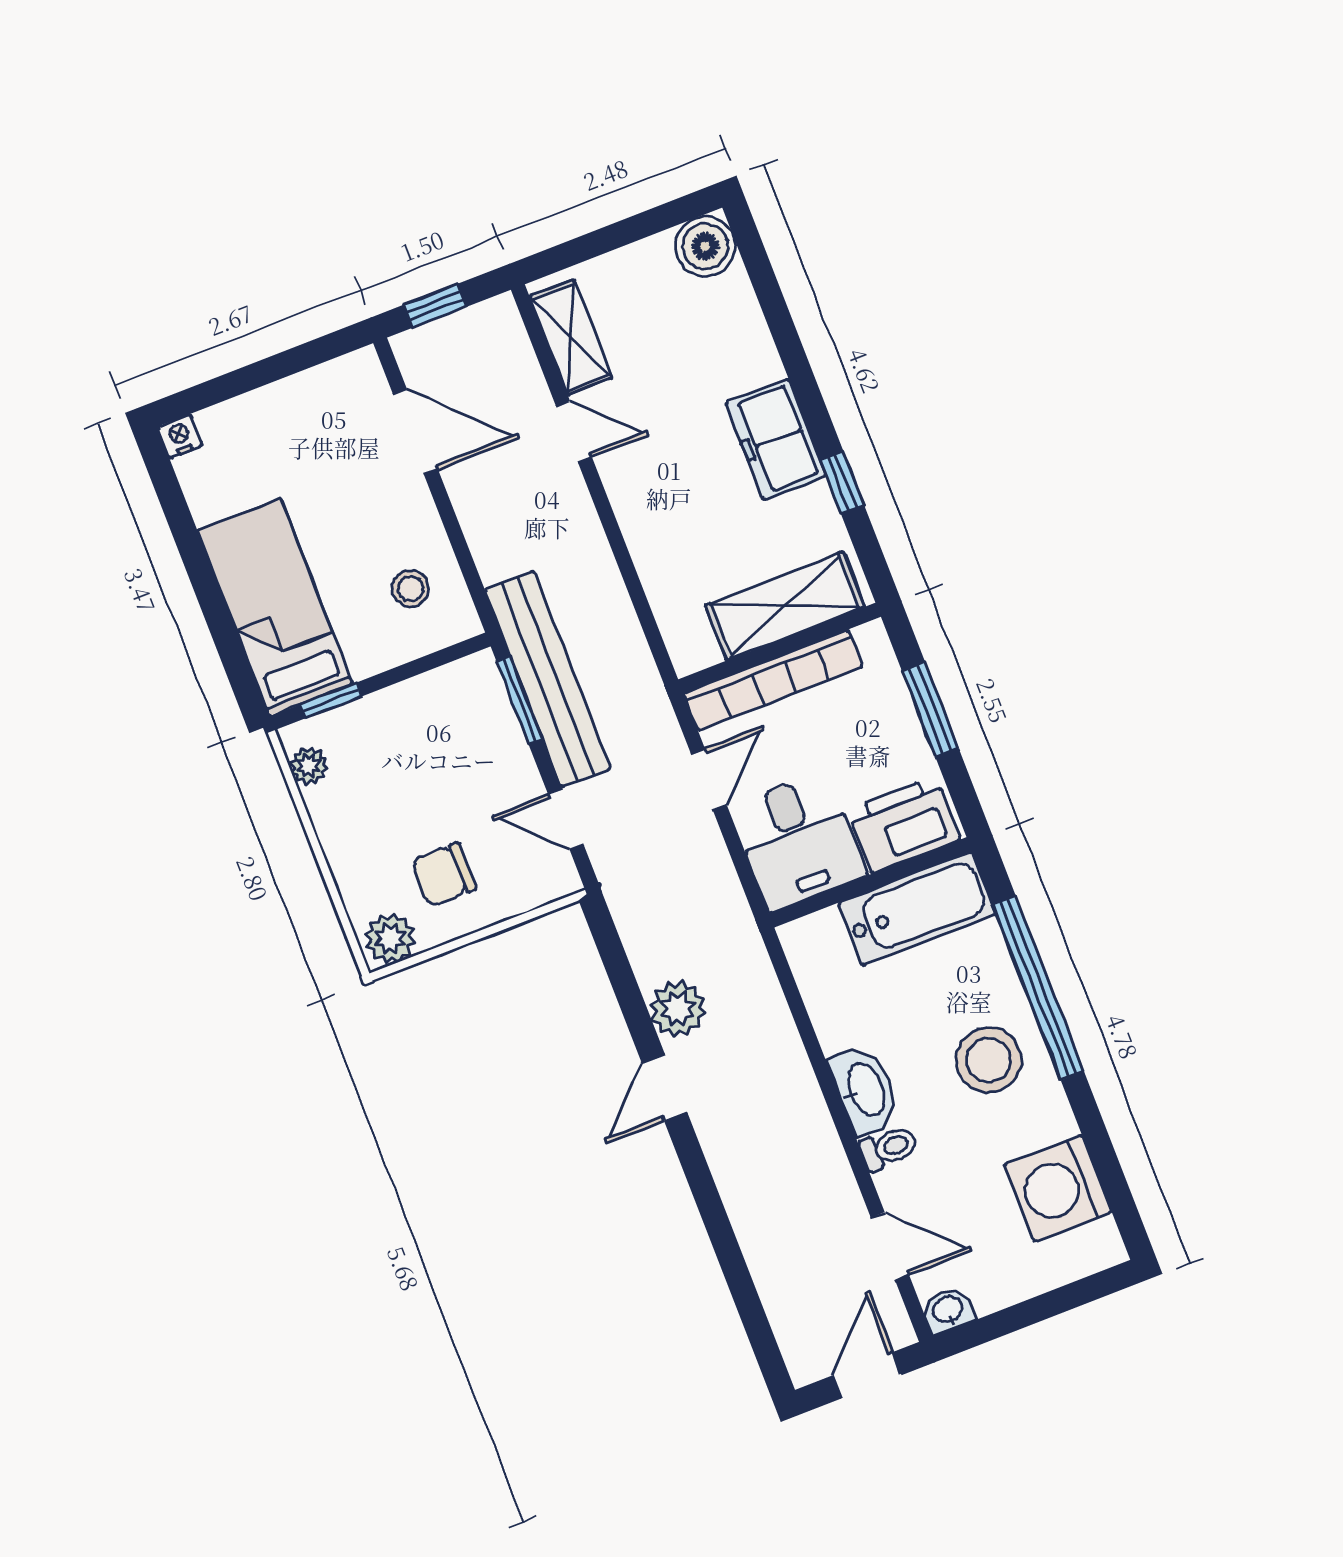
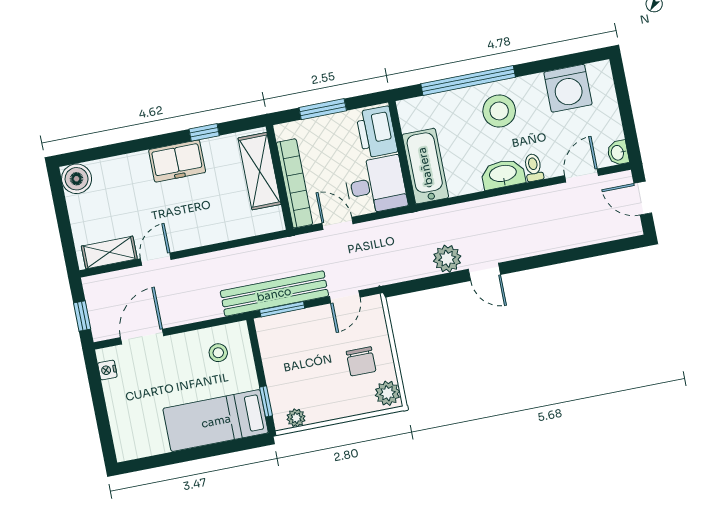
nightstand: (180, 436) -> (107, 370), moved
bathtub: (917, 908) -> (425, 166), moved

